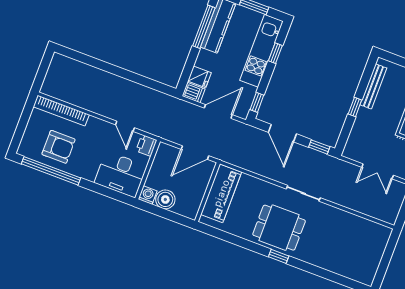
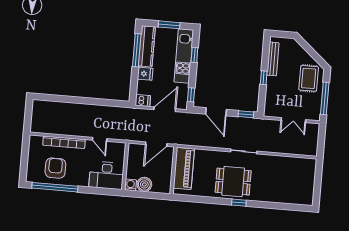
fridge: (199, 77) -> (145, 74), moved
bookcase: (61, 111) -> (64, 142), moved
printer: (146, 146) -> (119, 149), removed
armchair: (58, 147) -> (55, 168), turned -90

